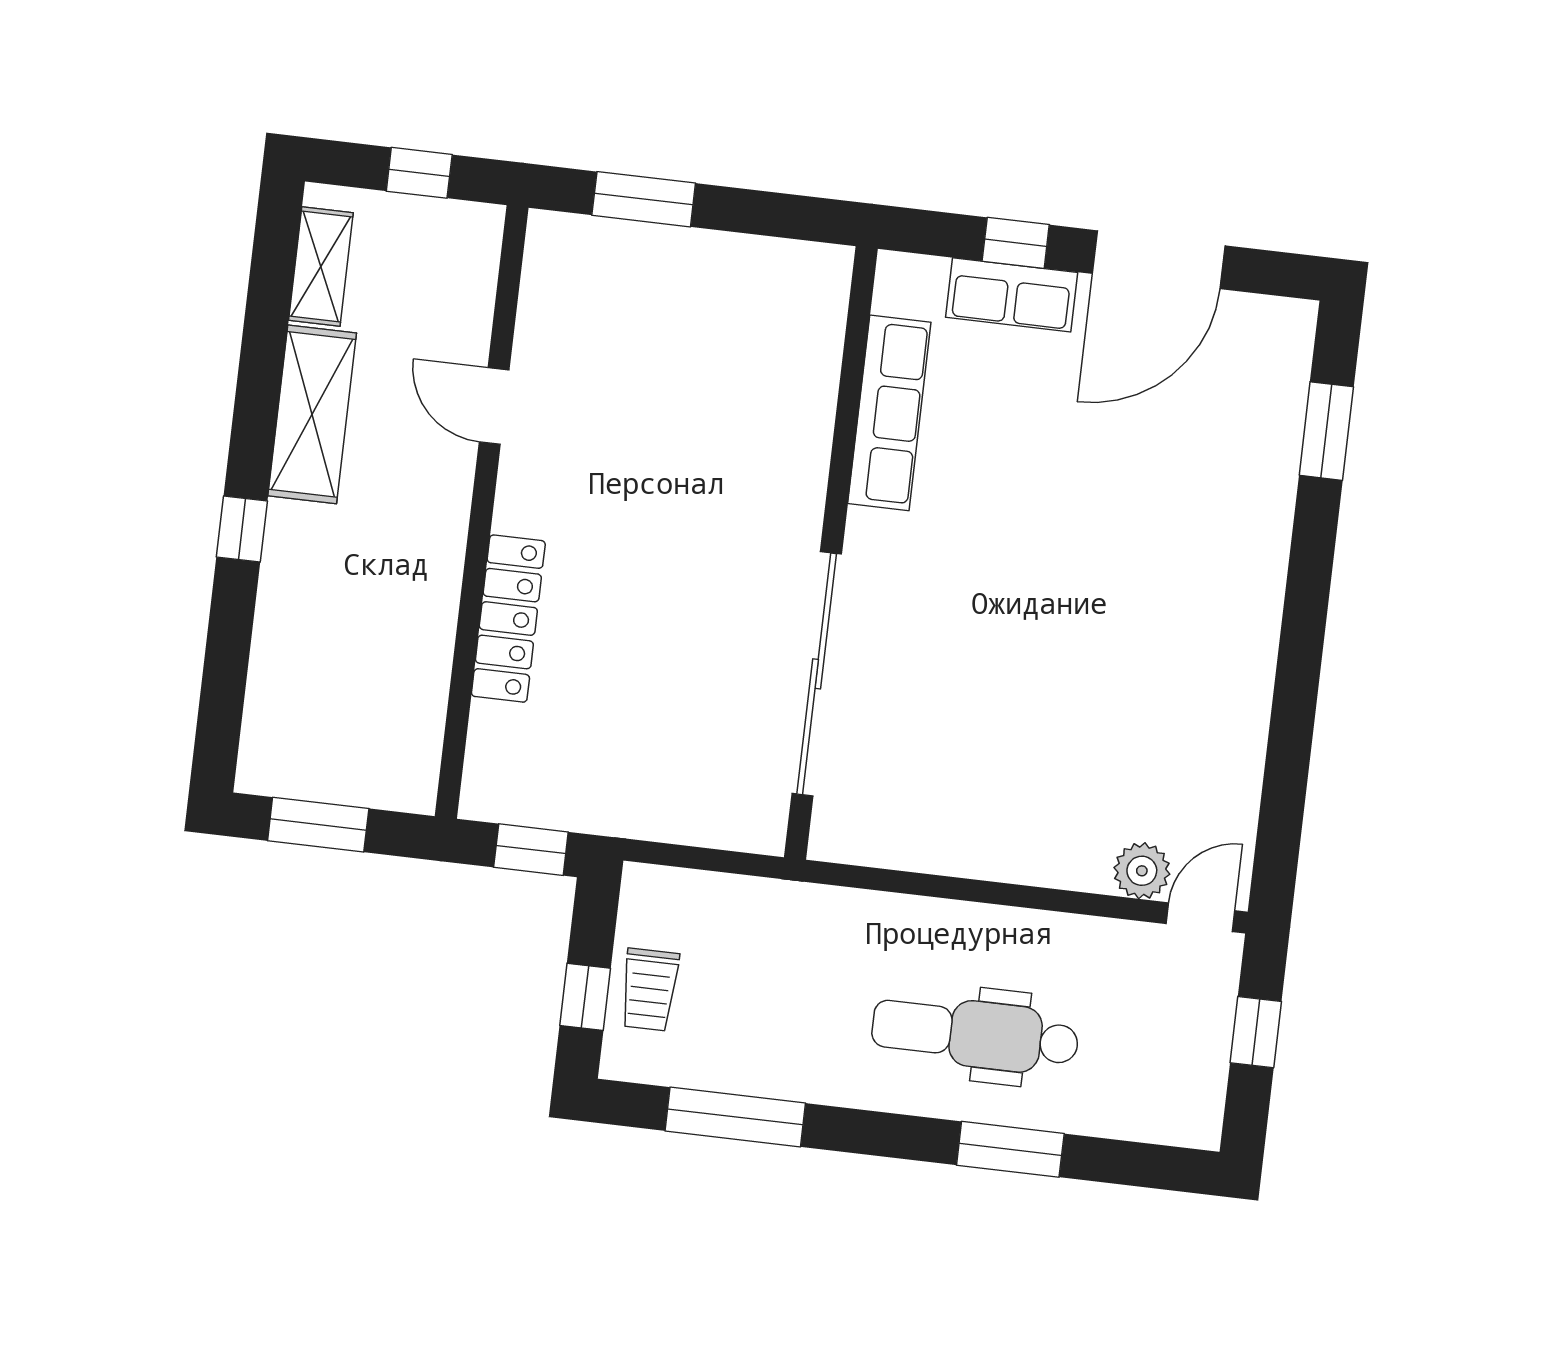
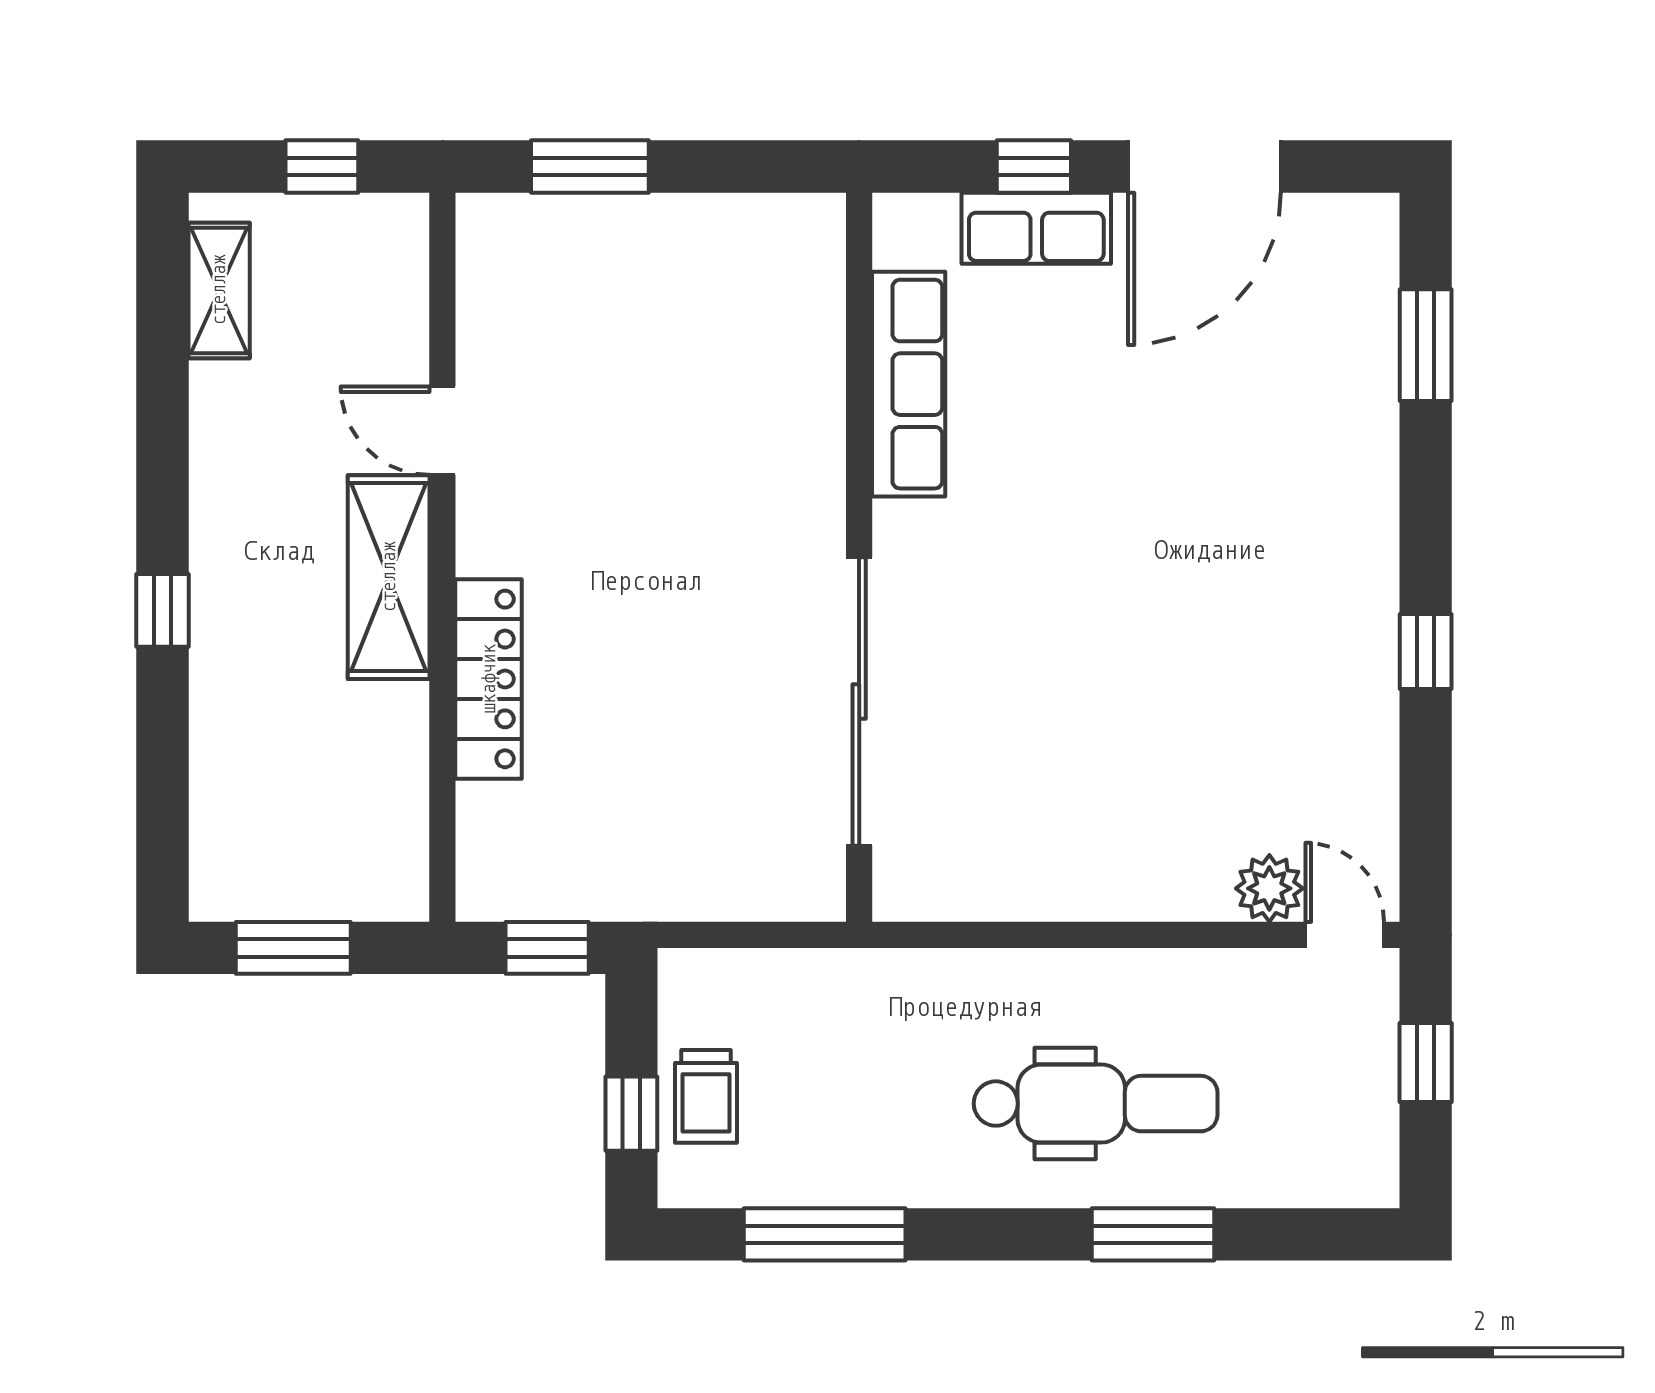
shelving: (312, 414) -> (389, 577), moved
window: (1296, 688) -> (1426, 651), added
door: (1200, 917) -> (1345, 935), hinge flipped
dental chair: (975, 1034) -> (1096, 1104), turned 180

